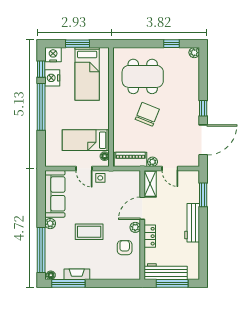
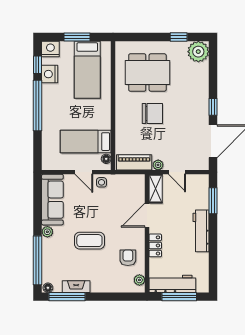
plant: (194, 53) -> (198, 52), width x1.87, depth x1.87
chair: (147, 114) -> (152, 113), turned 68
plant: (135, 227) -> (139, 280), moved

